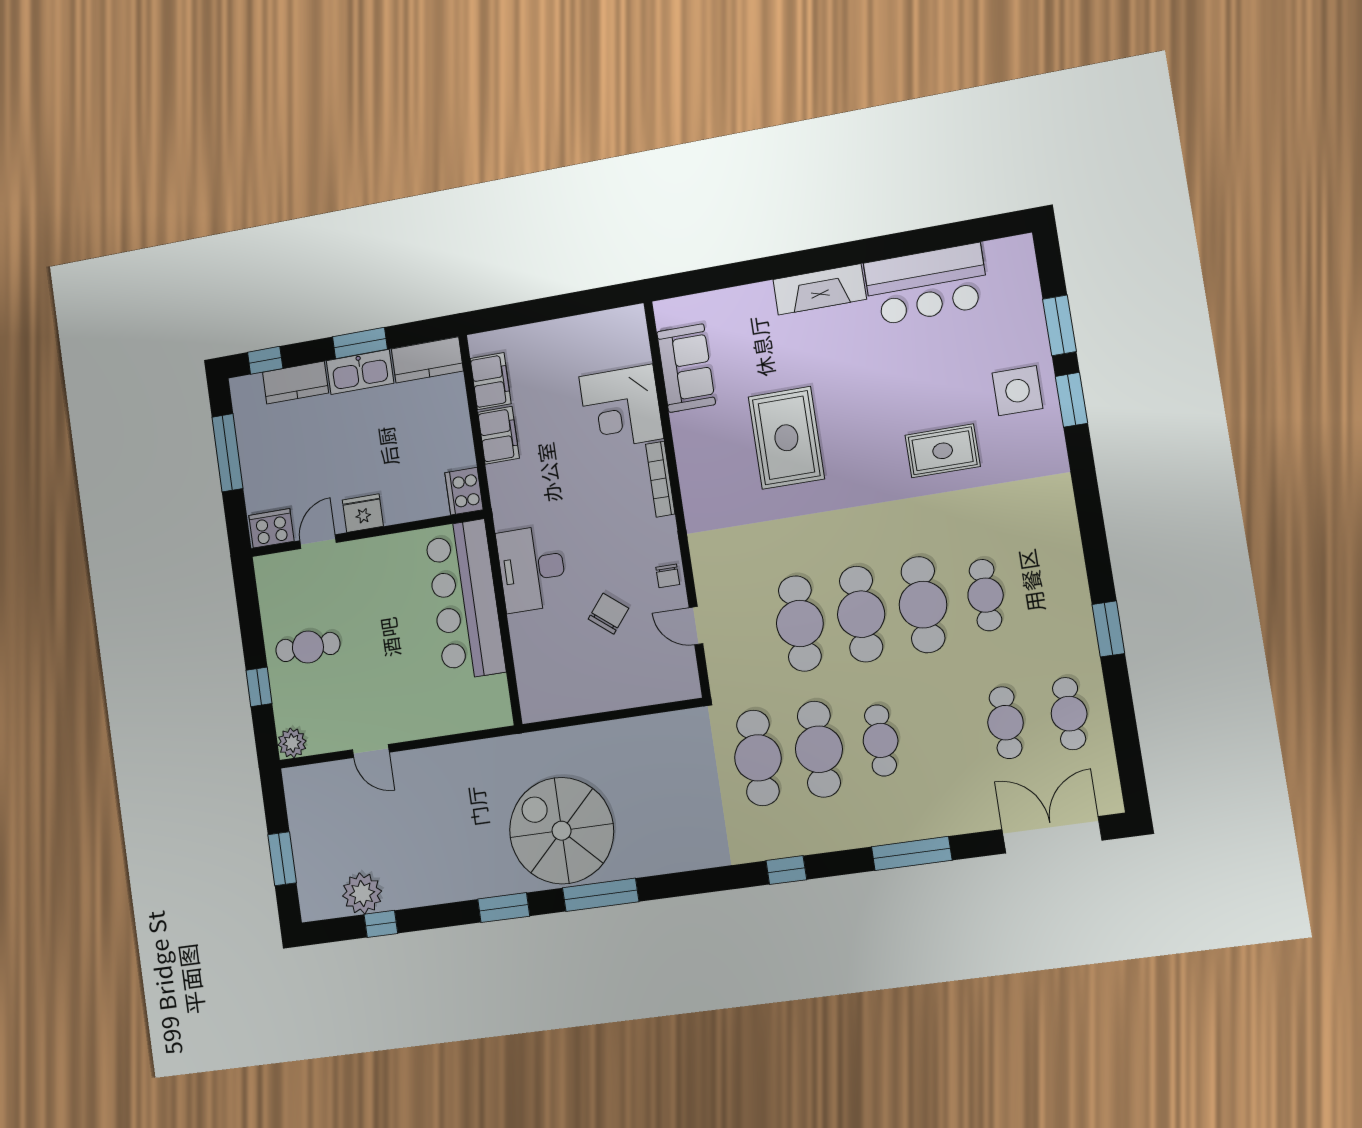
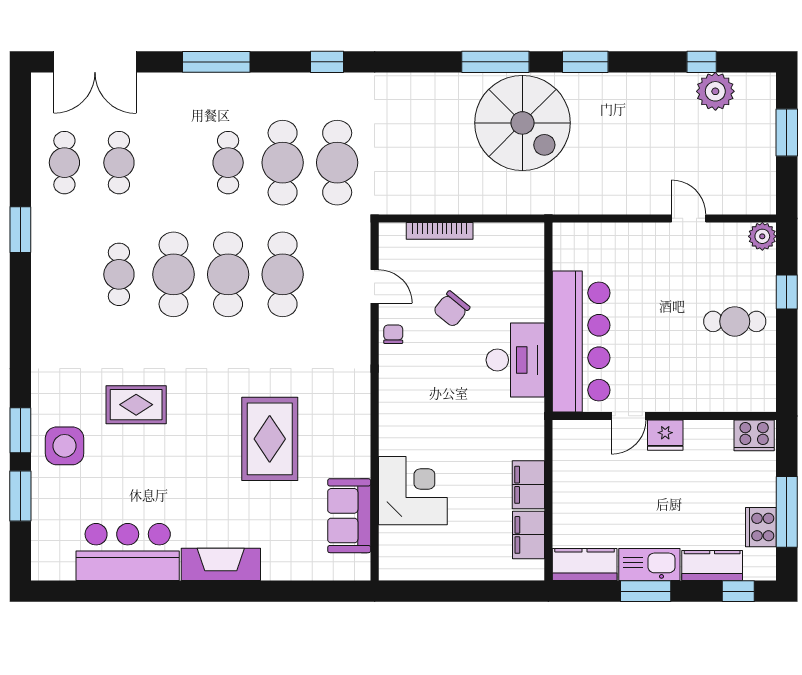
bookcase: (660, 479) -> (440, 231), moved, turned 90
cooker: (464, 491) -> (761, 527), moved, turned 180
door: (318, 542) -> (629, 416), moved

